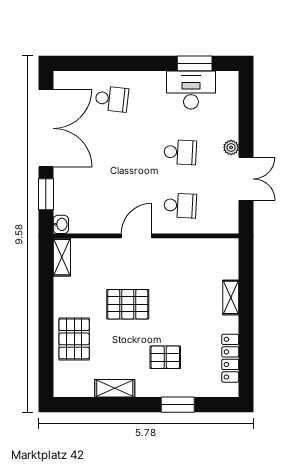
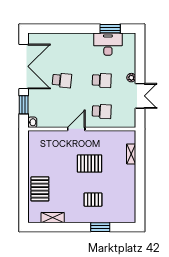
school desk: (112, 99) -> (62, 80), moved
shelving: (62, 257) -> (33, 141), removed
shelving: (231, 297) -> (131, 154), moved
pallet: (128, 304) -> (90, 164), moved
locker: (230, 358) -> (131, 200), removed
shelving: (115, 388) -> (53, 218), moved

